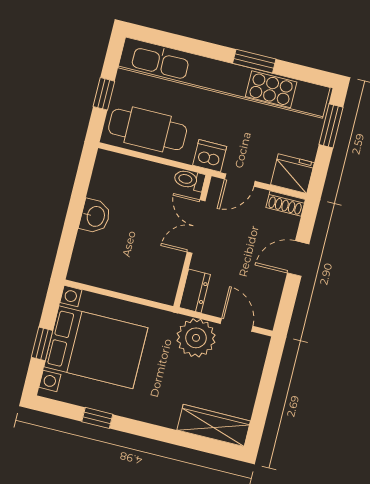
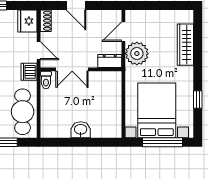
window: (42, 344) -> (163, 142), width x2.17
wardrobe: (214, 425) -> (185, 45), moved

